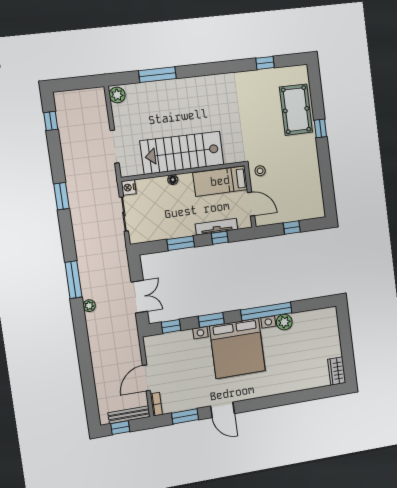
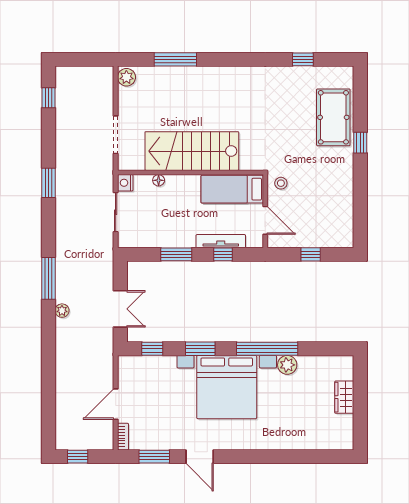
floor lamp: (173, 180) -> (159, 180), moved
wardrobe: (337, 371) -> (344, 397), moved
bench: (129, 415) -> (90, 443), removed

